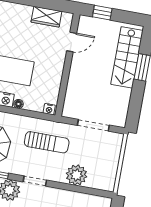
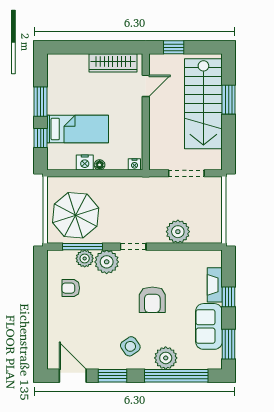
wardrobe: (46, 17) -> (113, 63), width x1.50
stairs: (127, 57) -> (203, 104), width x1.36, depth x1.51
sun lounger: (47, 142) -> (138, 201), removed

